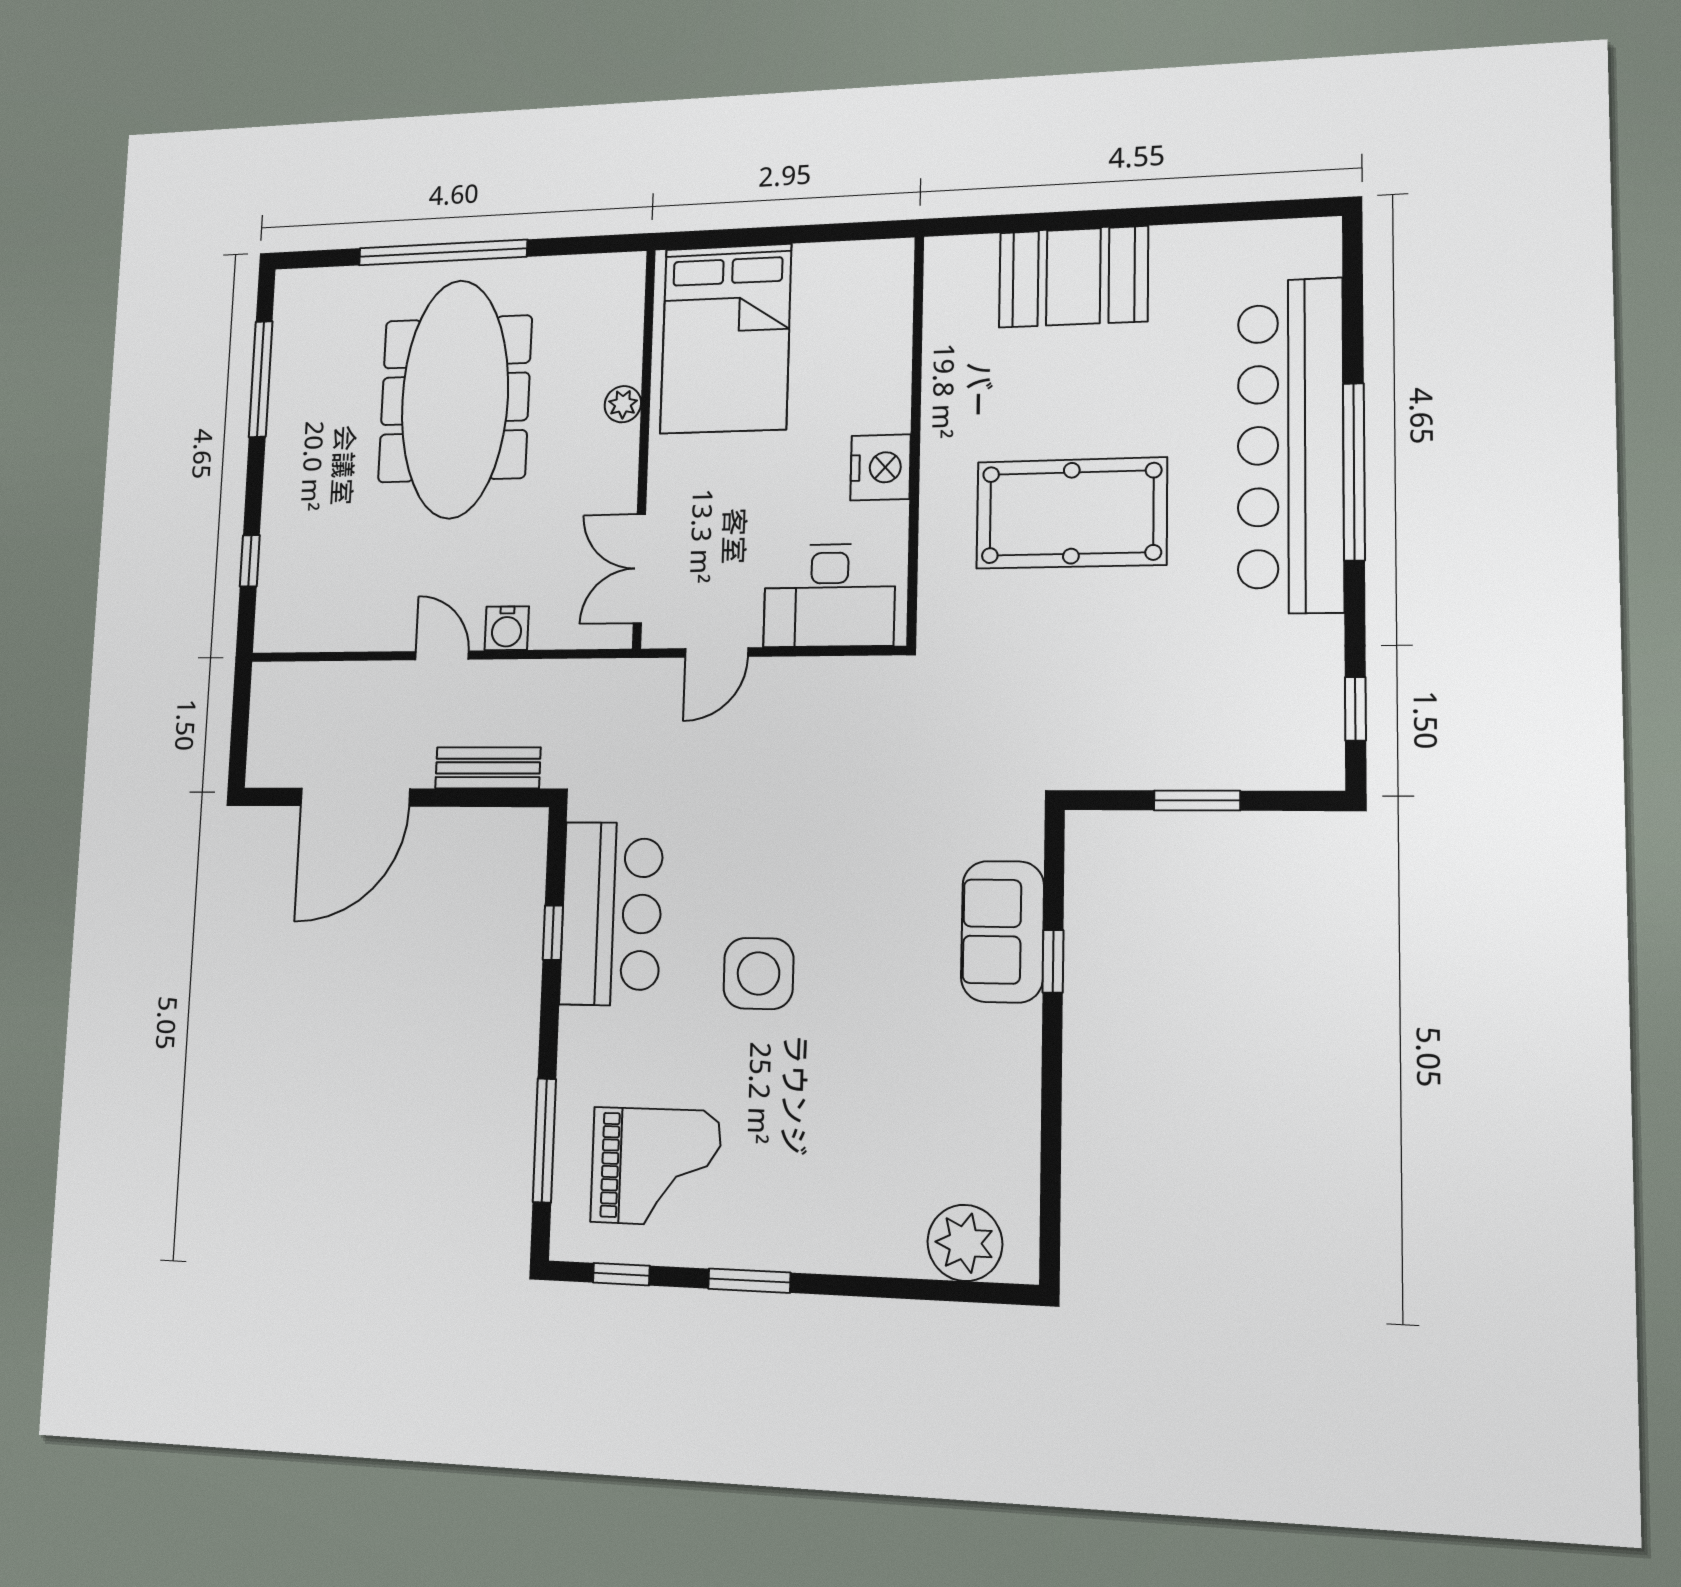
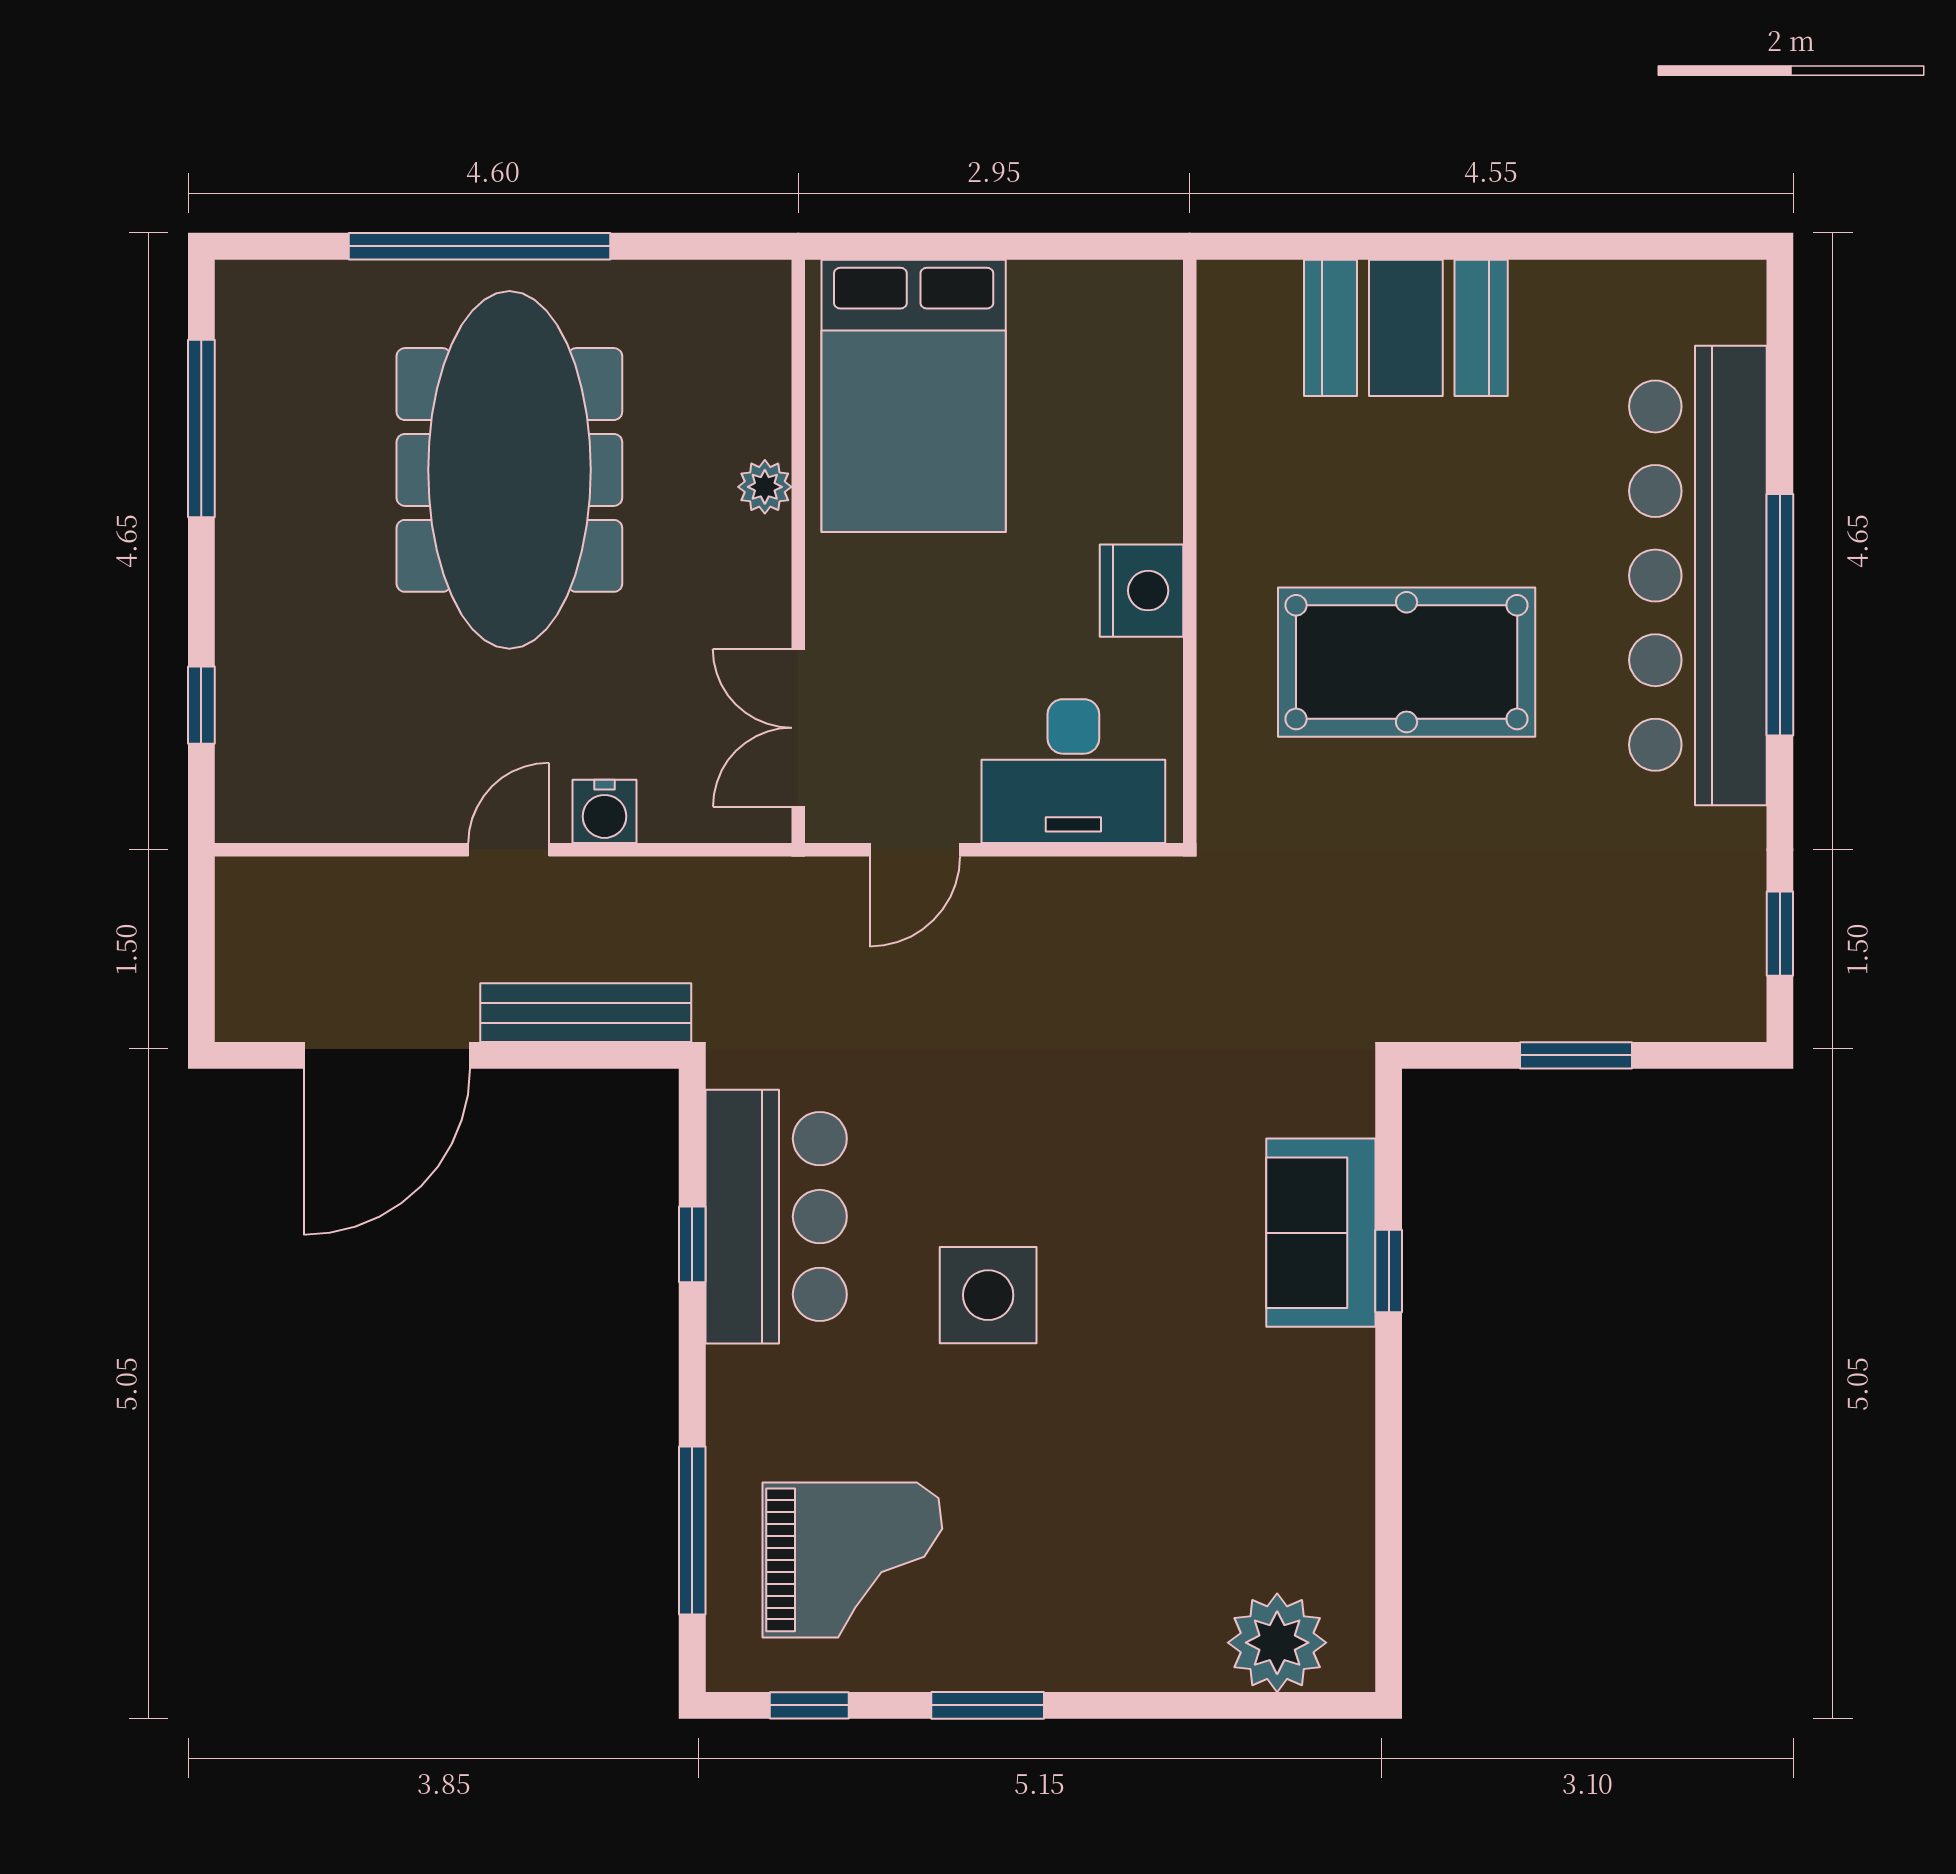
door: (442, 655) -> (509, 850), hinge flipped
bench: (488, 768) -> (586, 1013), width x1.36

